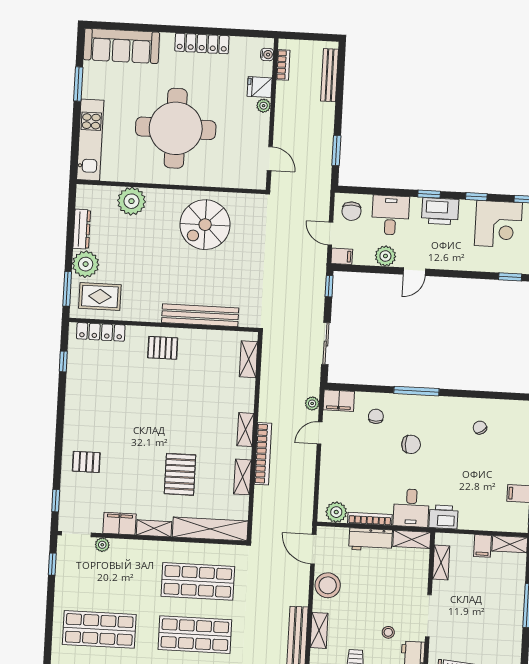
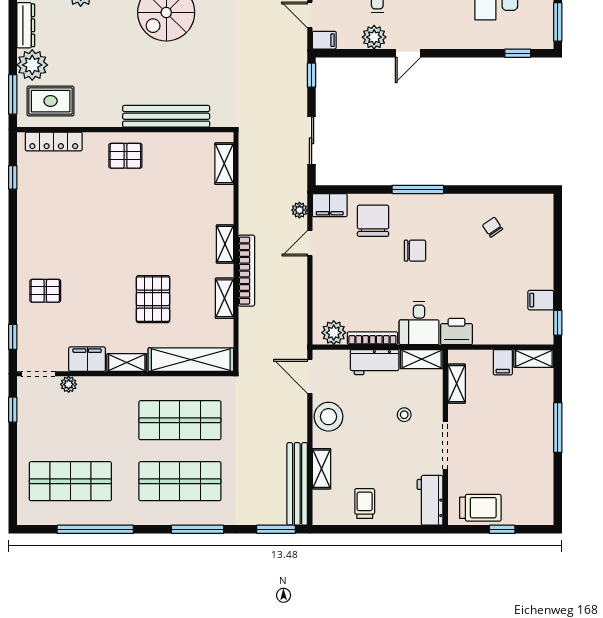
chair: (376, 416) -> (373, 221), width x1.87, depth x1.87
stool: (388, 632) -> (404, 415), moved

